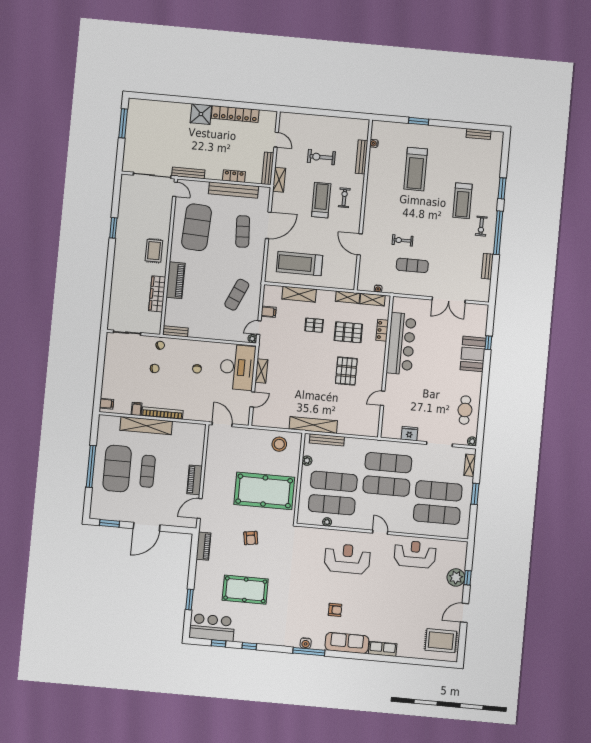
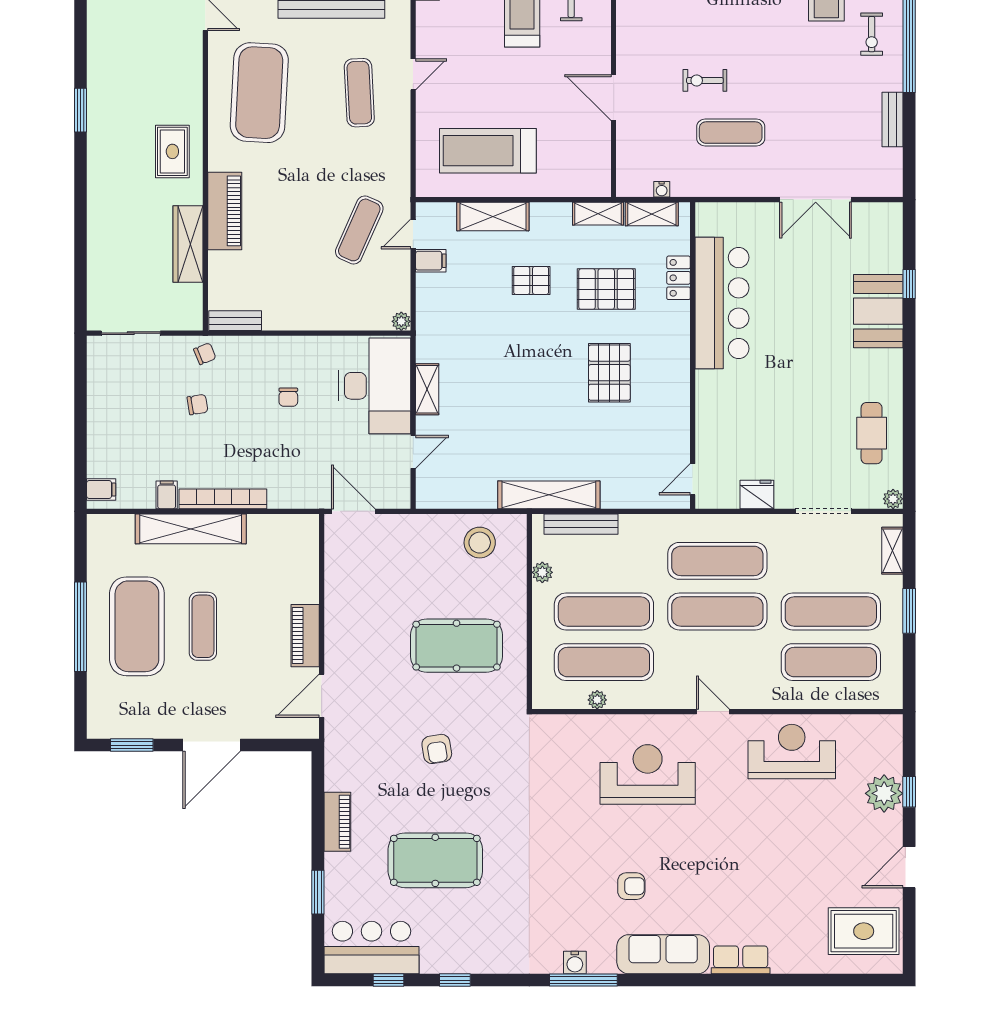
door: (268, 225) -> (413, 74), width x0.53
door: (259, 328) -> (413, 234), moved
door: (383, 398) -> (693, 479), moved
pool table: (264, 491) -> (457, 646), width x0.73, depth x0.76
piano: (203, 546) -> (337, 822), moved

